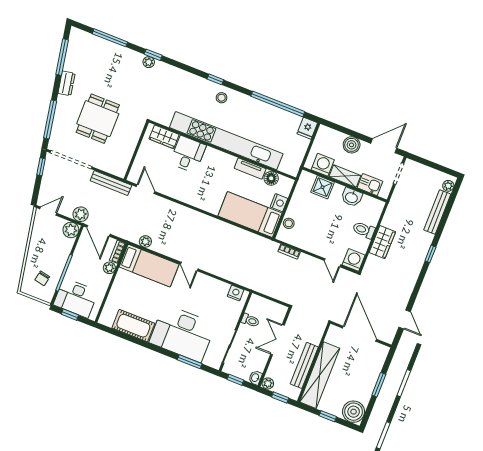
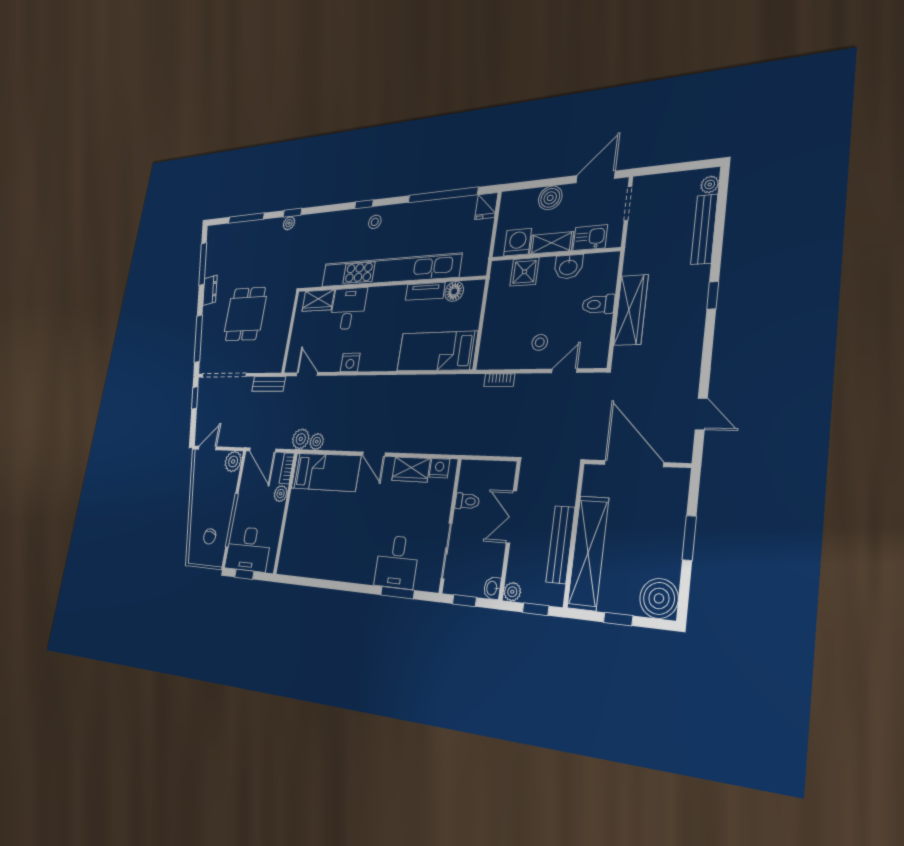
bench: (111, 183) -> (269, 384), width x0.73
nightstand: (279, 203) -> (350, 362), moved, turned 90
plant: (81, 214) -> (301, 439), moved
stool: (289, 223) -> (540, 342), moved
wardrobe: (382, 242) -> (631, 310), width x1.50
washing machine: (354, 260) -> (595, 354), removed
door: (332, 263) -> (564, 371), swing flipped
wardrobe: (215, 287) -> (411, 469), added
cot: (133, 326) -> (319, 563), removed
desk: (182, 333) -> (397, 562), width x0.53, depth x0.77

